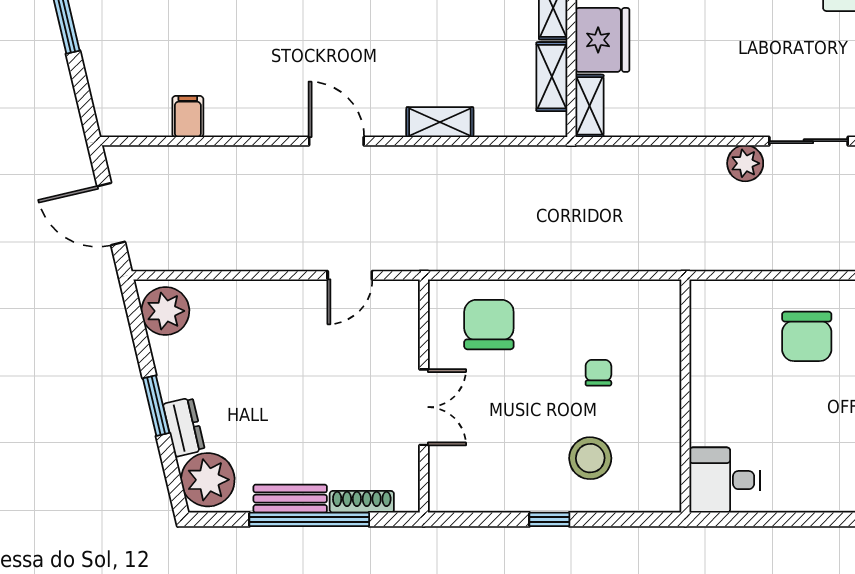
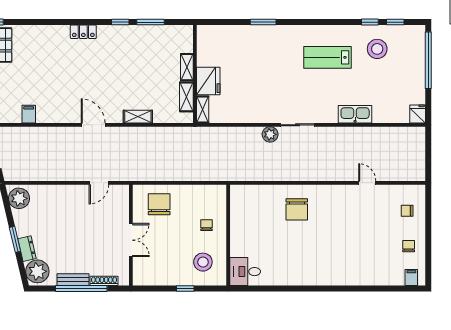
wall: (685, 396) -> (228, 235), moved
desk: (725, 480) -> (245, 272), moved

